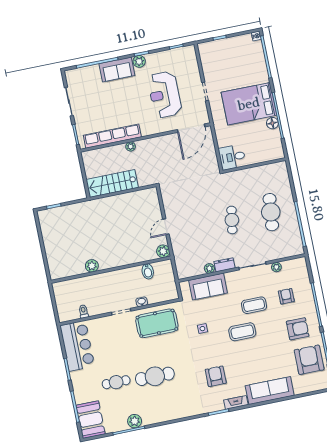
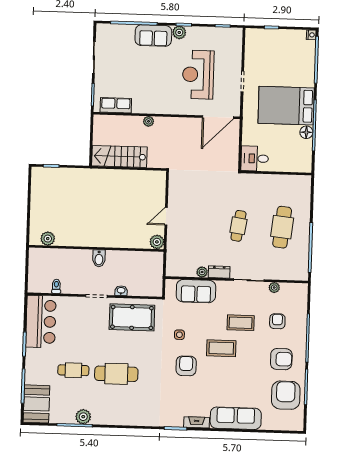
row of seats: (112, 136) -> (116, 105), width x0.50
plant: (92, 266) -> (48, 239), moved
bidet: (148, 271) -> (99, 258), moved
armchair: (216, 376) -> (186, 366), moved

